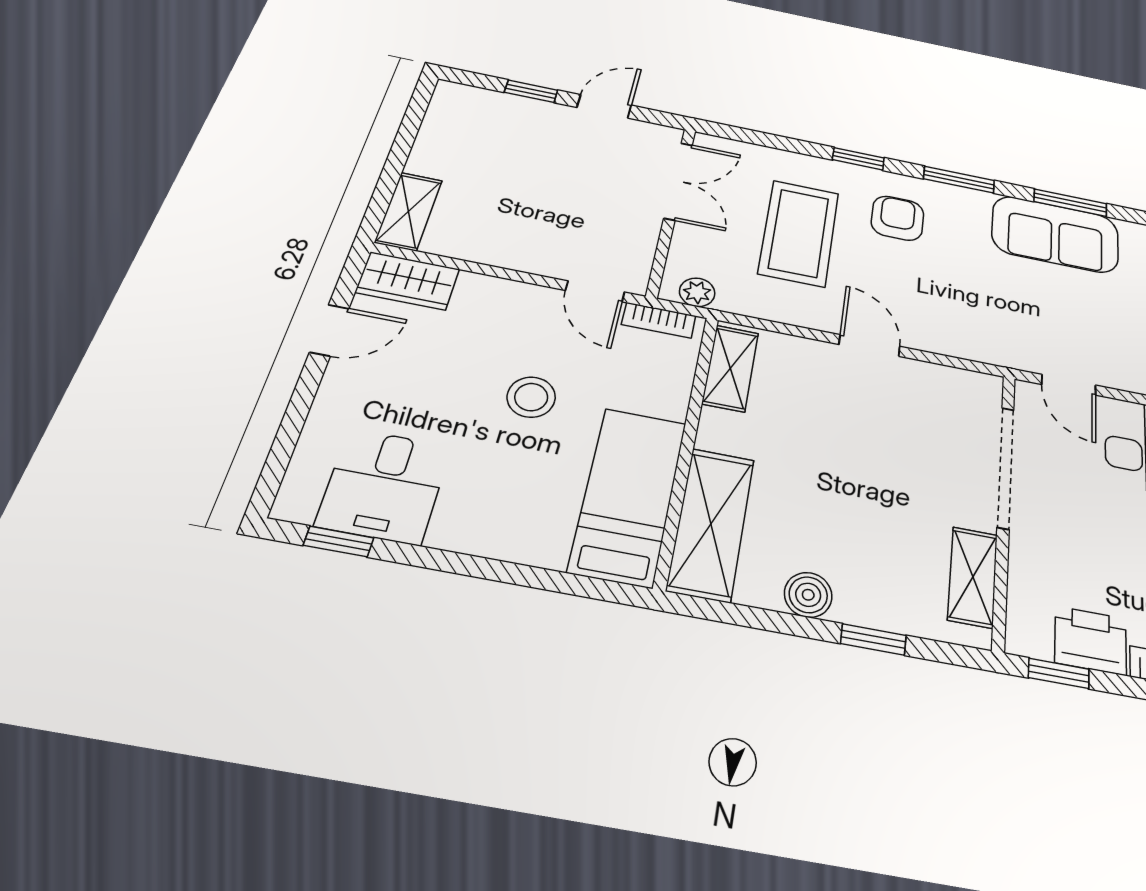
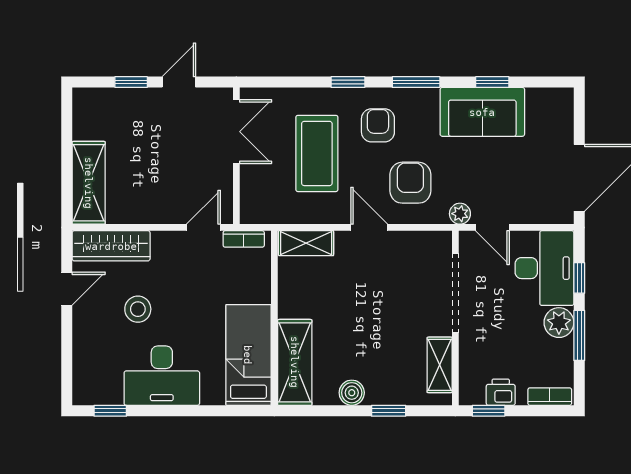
window: (1070, 203) -> (492, 82), width x0.67
shelving: (409, 211) -> (89, 183), width x1.50, depth x1.33
wardrobe: (408, 281) -> (111, 246), width x1.50
door: (595, 291) -> (203, 227), swing flipped
plant: (697, 292) -> (460, 214), moved
armchair: (941, 299) -> (410, 183), added
shelving: (730, 368) -> (306, 243), moved, turned 90
stool: (531, 397) -> (138, 309), moved
desk: (384, 486) -> (162, 376), moved, width x1.37
printer: (1091, 640) -> (501, 392), width x0.73, depth x0.81

